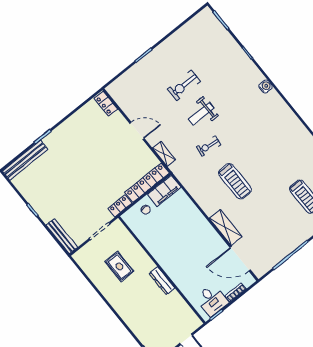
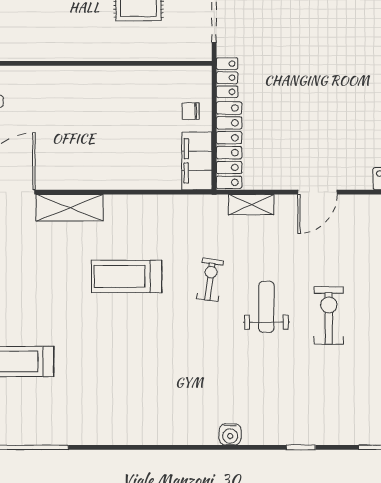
dresser: (162, 281) -> (67, 51), removed

